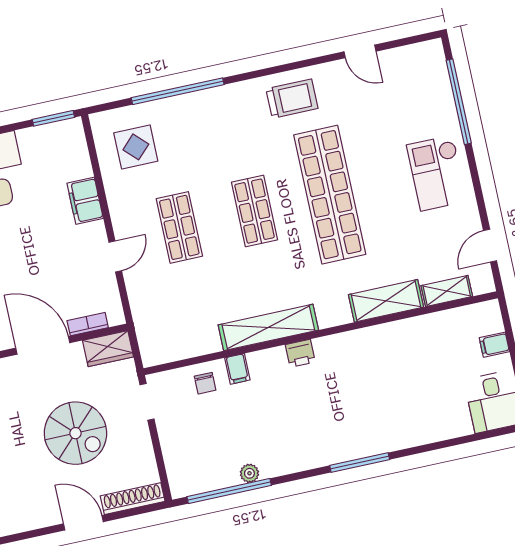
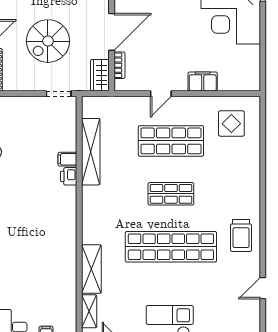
window: (178, 91) -> (263, 160), removed
window: (53, 118) -> (263, 72), removed
shop shelf: (179, 227) -> (171, 141), width x1.43, depth x1.36
door: (115, 256) -> (161, 94), hinge flipped
shelving: (268, 327) -> (91, 152), moved
printer: (300, 353) -> (69, 176), moved
chair: (205, 383) -> (63, 135), removed

